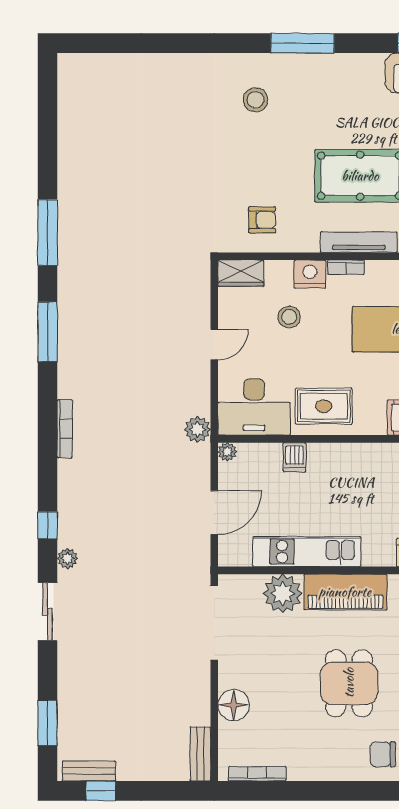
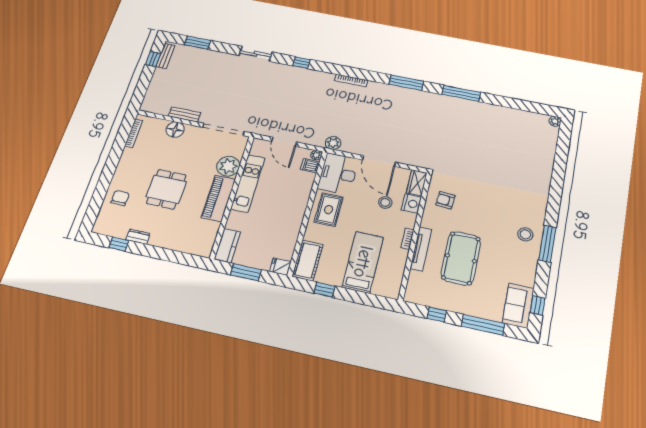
stool: (255, 100) -> (525, 234), moved
armchair: (262, 220) -> (445, 200), turned 94
nightstand: (310, 274) -> (411, 204), moved
door: (214, 344) -> (379, 161), width x1.88
dishwasher: (295, 457) -> (310, 166), moved
plant: (67, 559) -> (555, 121), moved
dining table: (349, 683) -> (166, 189), turned 90
bench: (200, 754) -> (185, 114), moved

